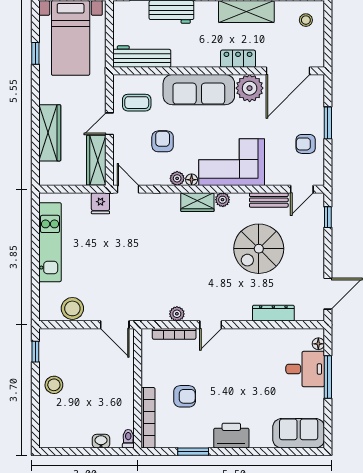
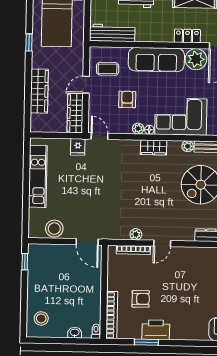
window: (35, 53) -> (29, 42), moved
plant: (223, 200) -> (188, 146), moved
stool: (54, 385) -> (41, 318), moved
printer: (231, 436) -> (156, 330), moved

